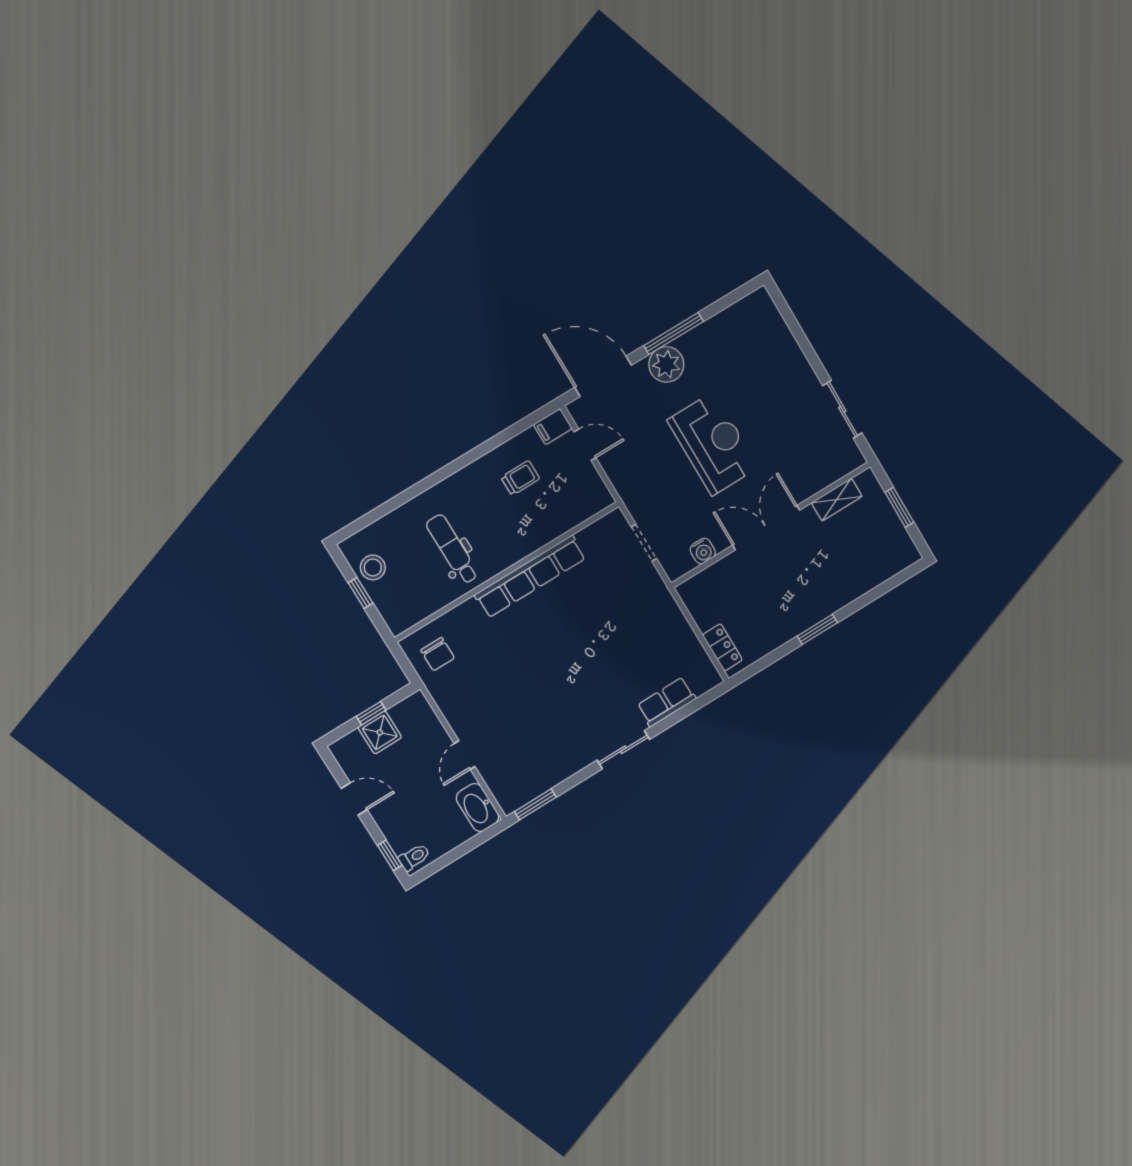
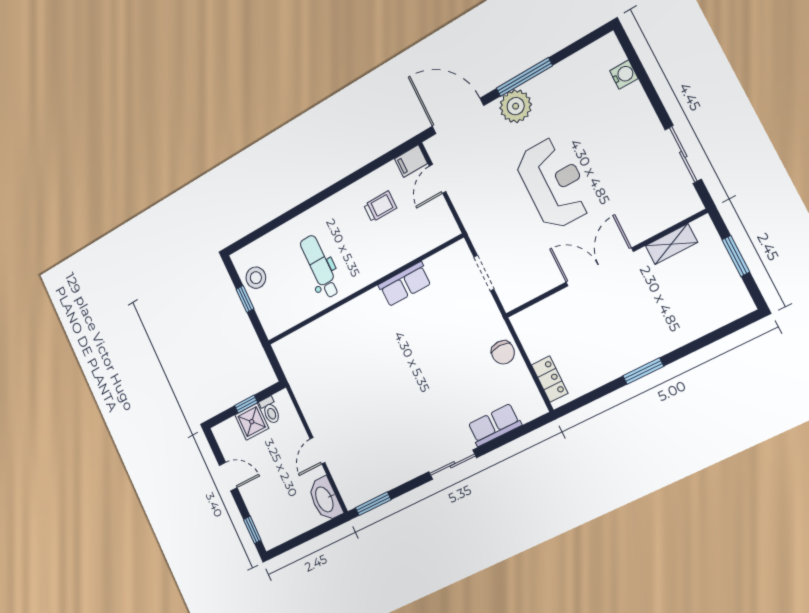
door: (585, 445) -> (438, 179), swing flipped
water cooler: (703, 551) -> (624, 75), moved, turned -90
row of seats: (530, 576) -> (405, 284), width x0.50
chair: (438, 654) -> (503, 352), moved
toilet: (414, 857) -> (270, 410), moved, turned 90

